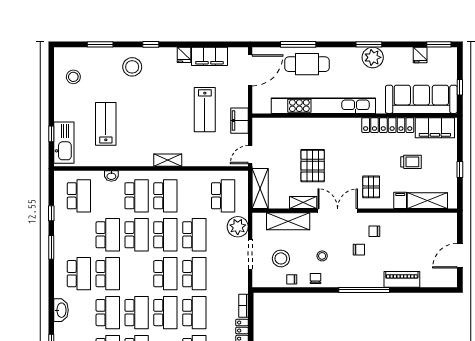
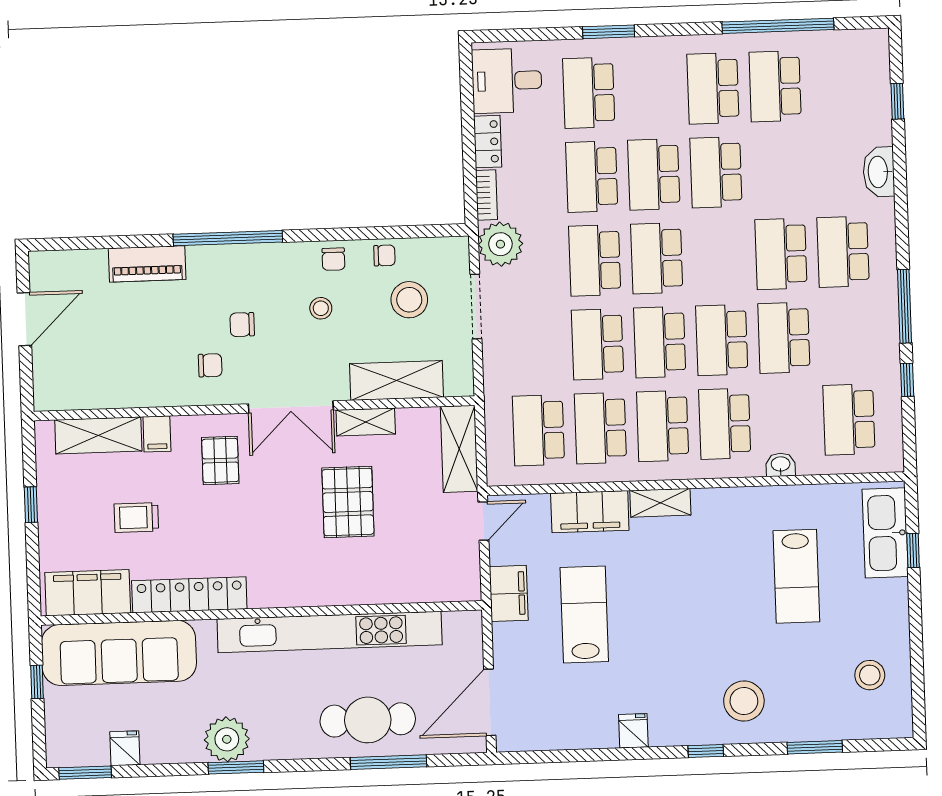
filing cabinet: (209, 56) -> (590, 512), moved, turned 180
plant: (238, 227) -> (500, 244), moved
window: (51, 247) -> (905, 306), width x1.44
school desk: (108, 313) -> (600, 428), moved

